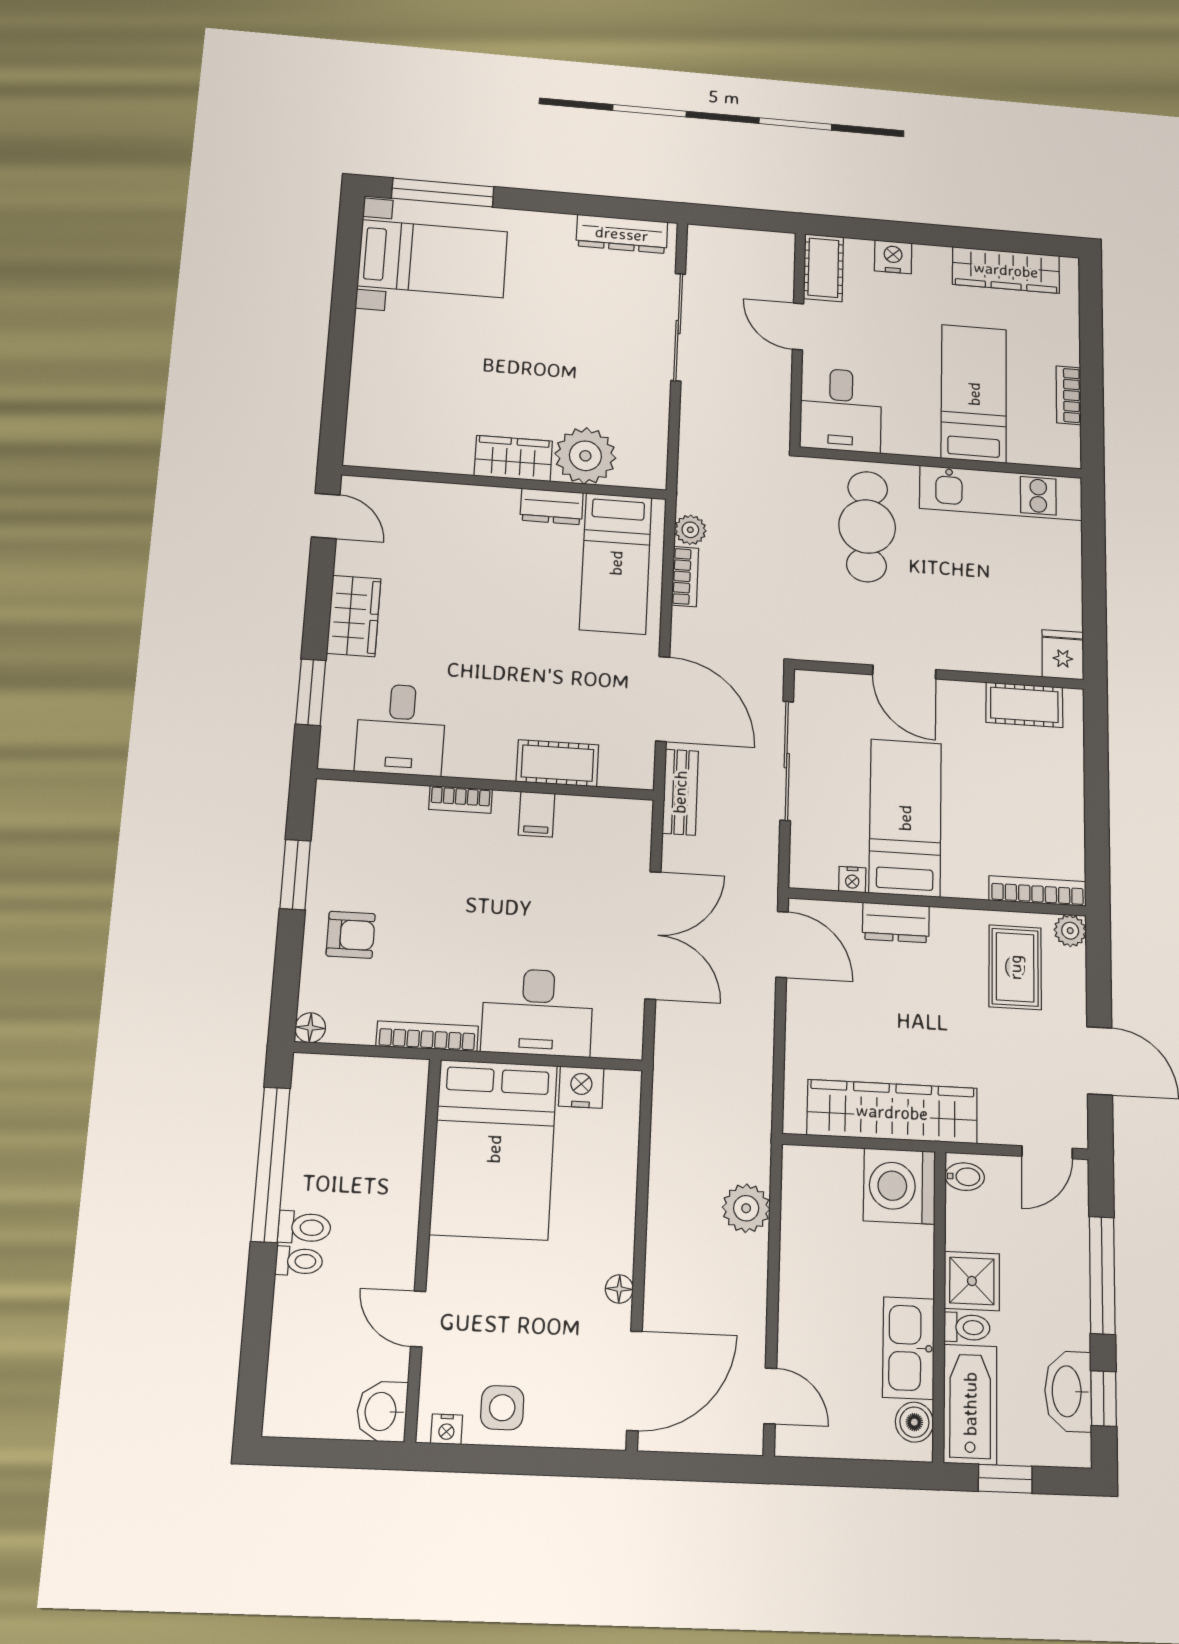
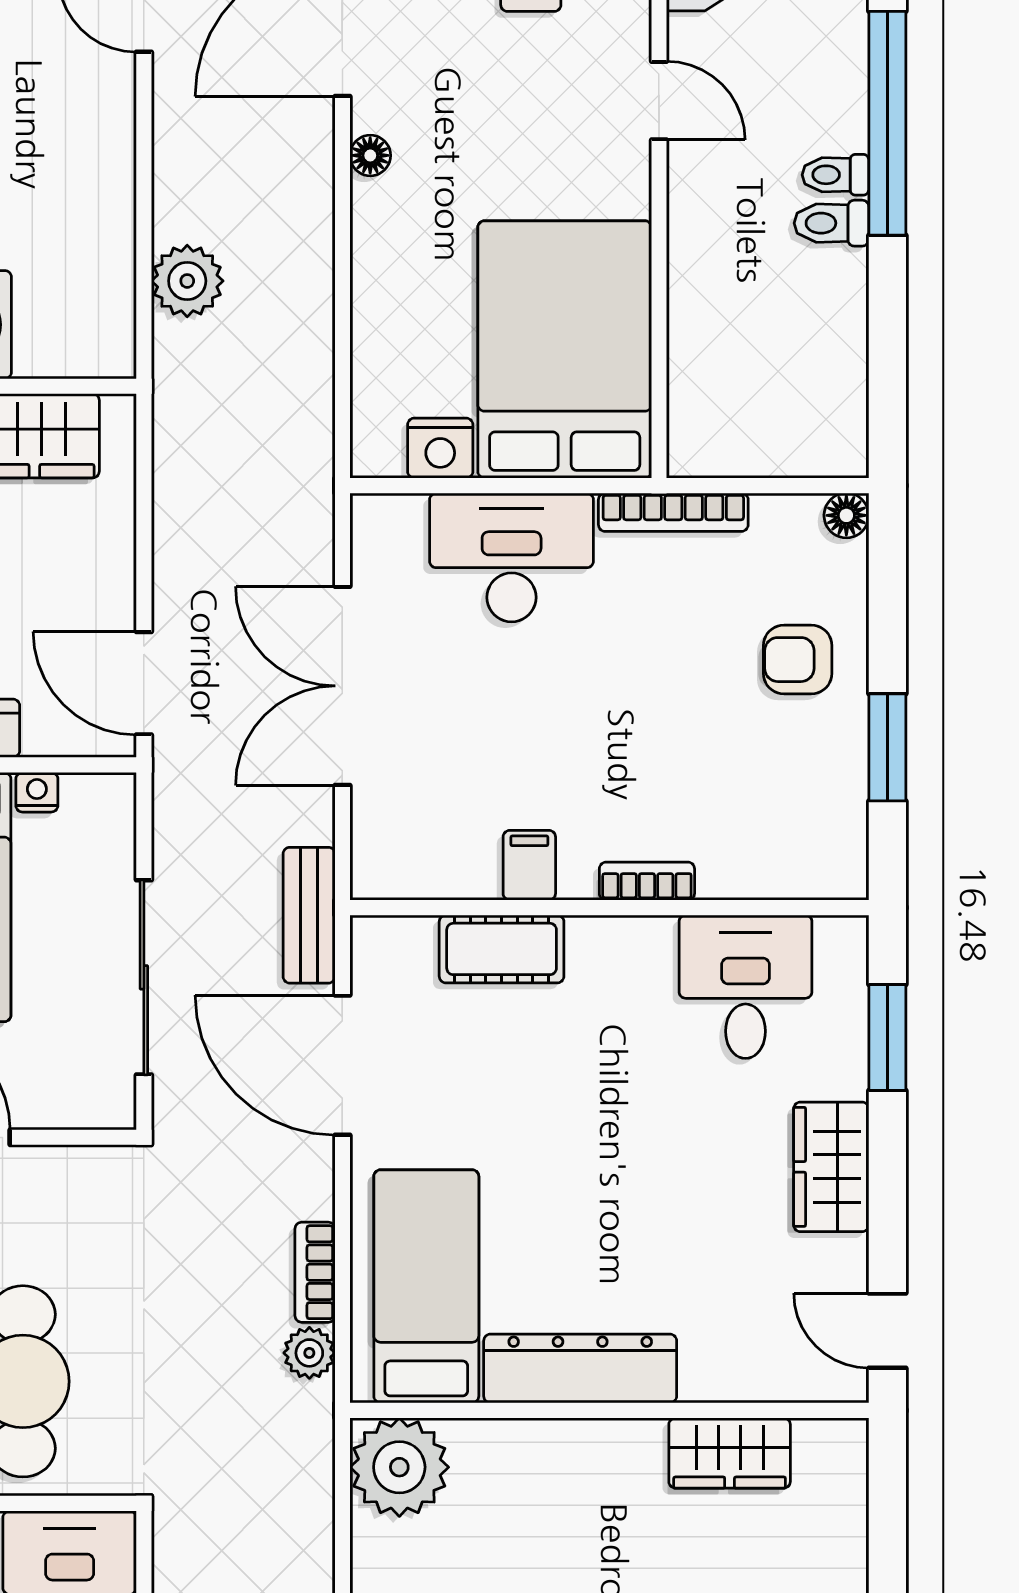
plant: (585, 456) -> (399, 1467), moved
wardrobe: (513, 458) -> (730, 1453), moved
dresser: (552, 506) -> (580, 1369), width x1.96, depth x1.24
window: (271, 1164) -> (887, 123), moved

